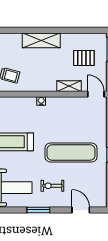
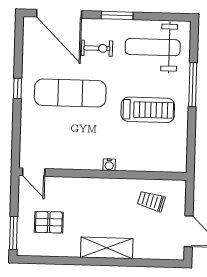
shelving: (69, 86) -> (70, 184), removed
door: (81, 210) -> (59, 14), width x1.88

